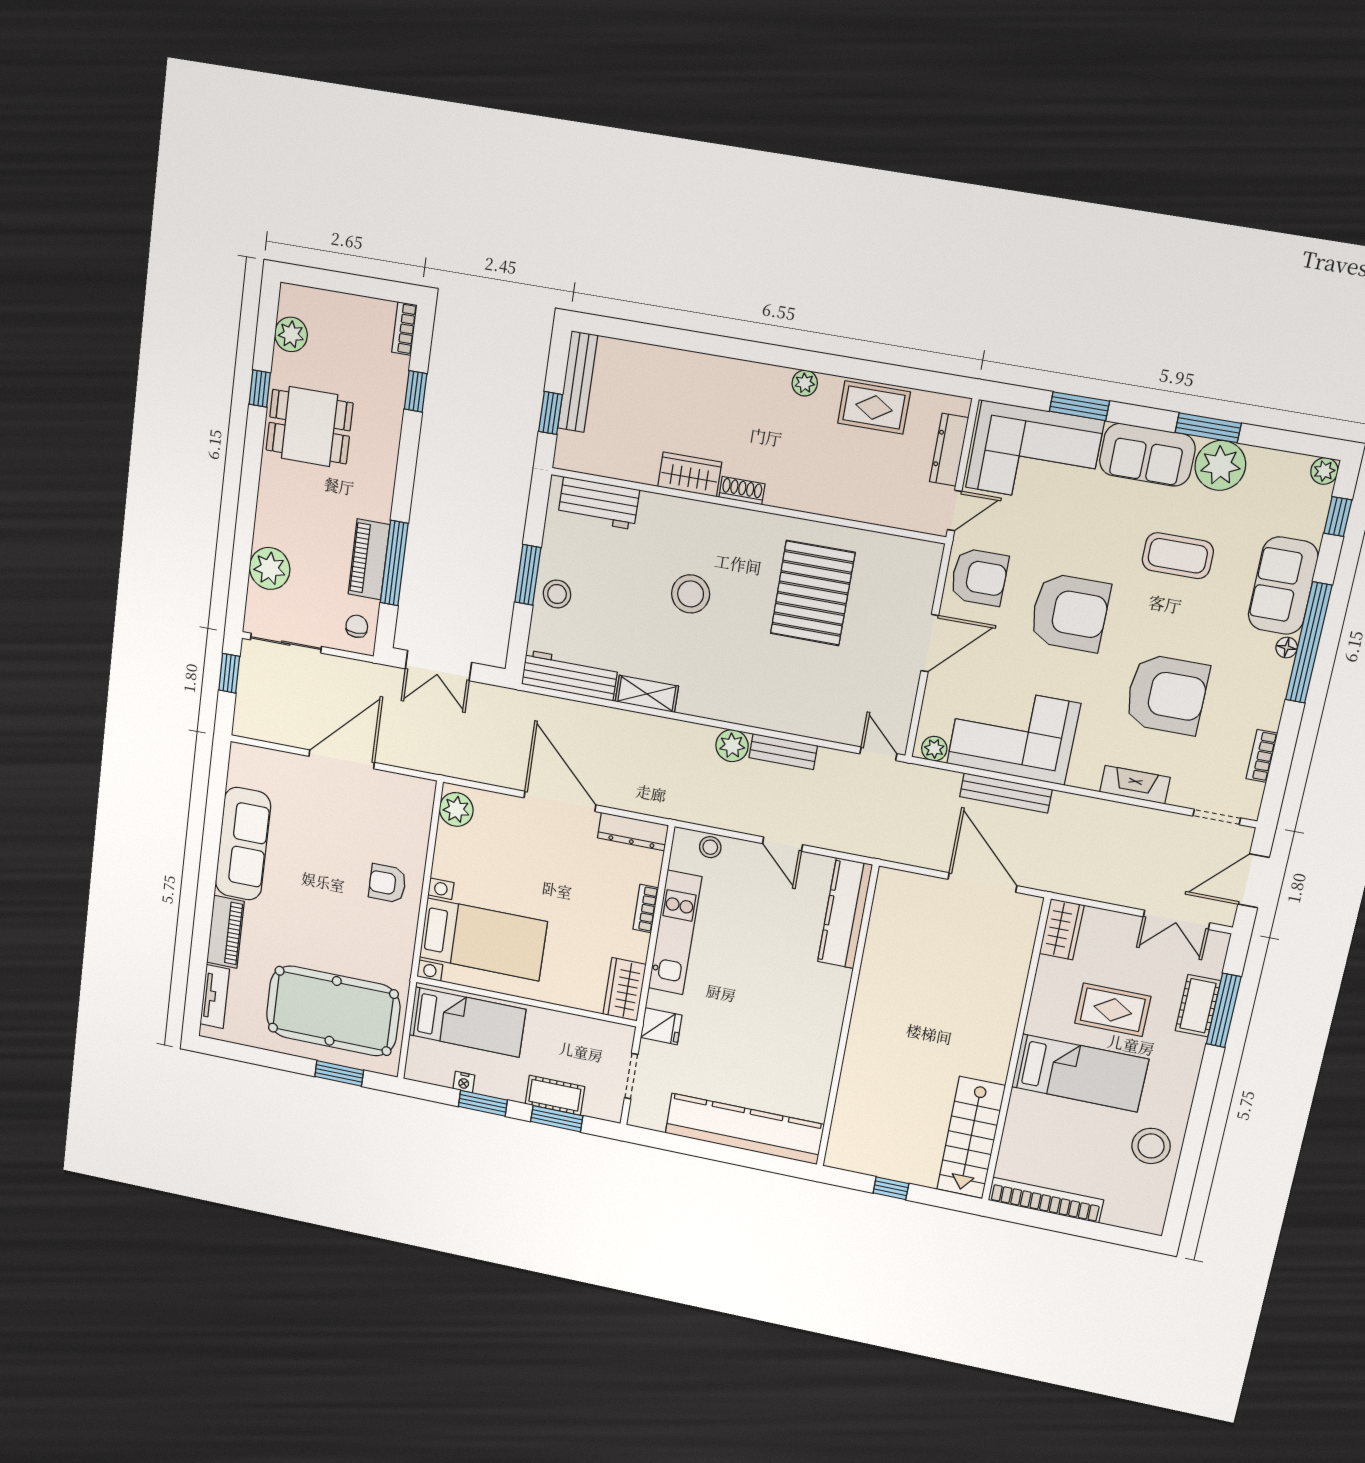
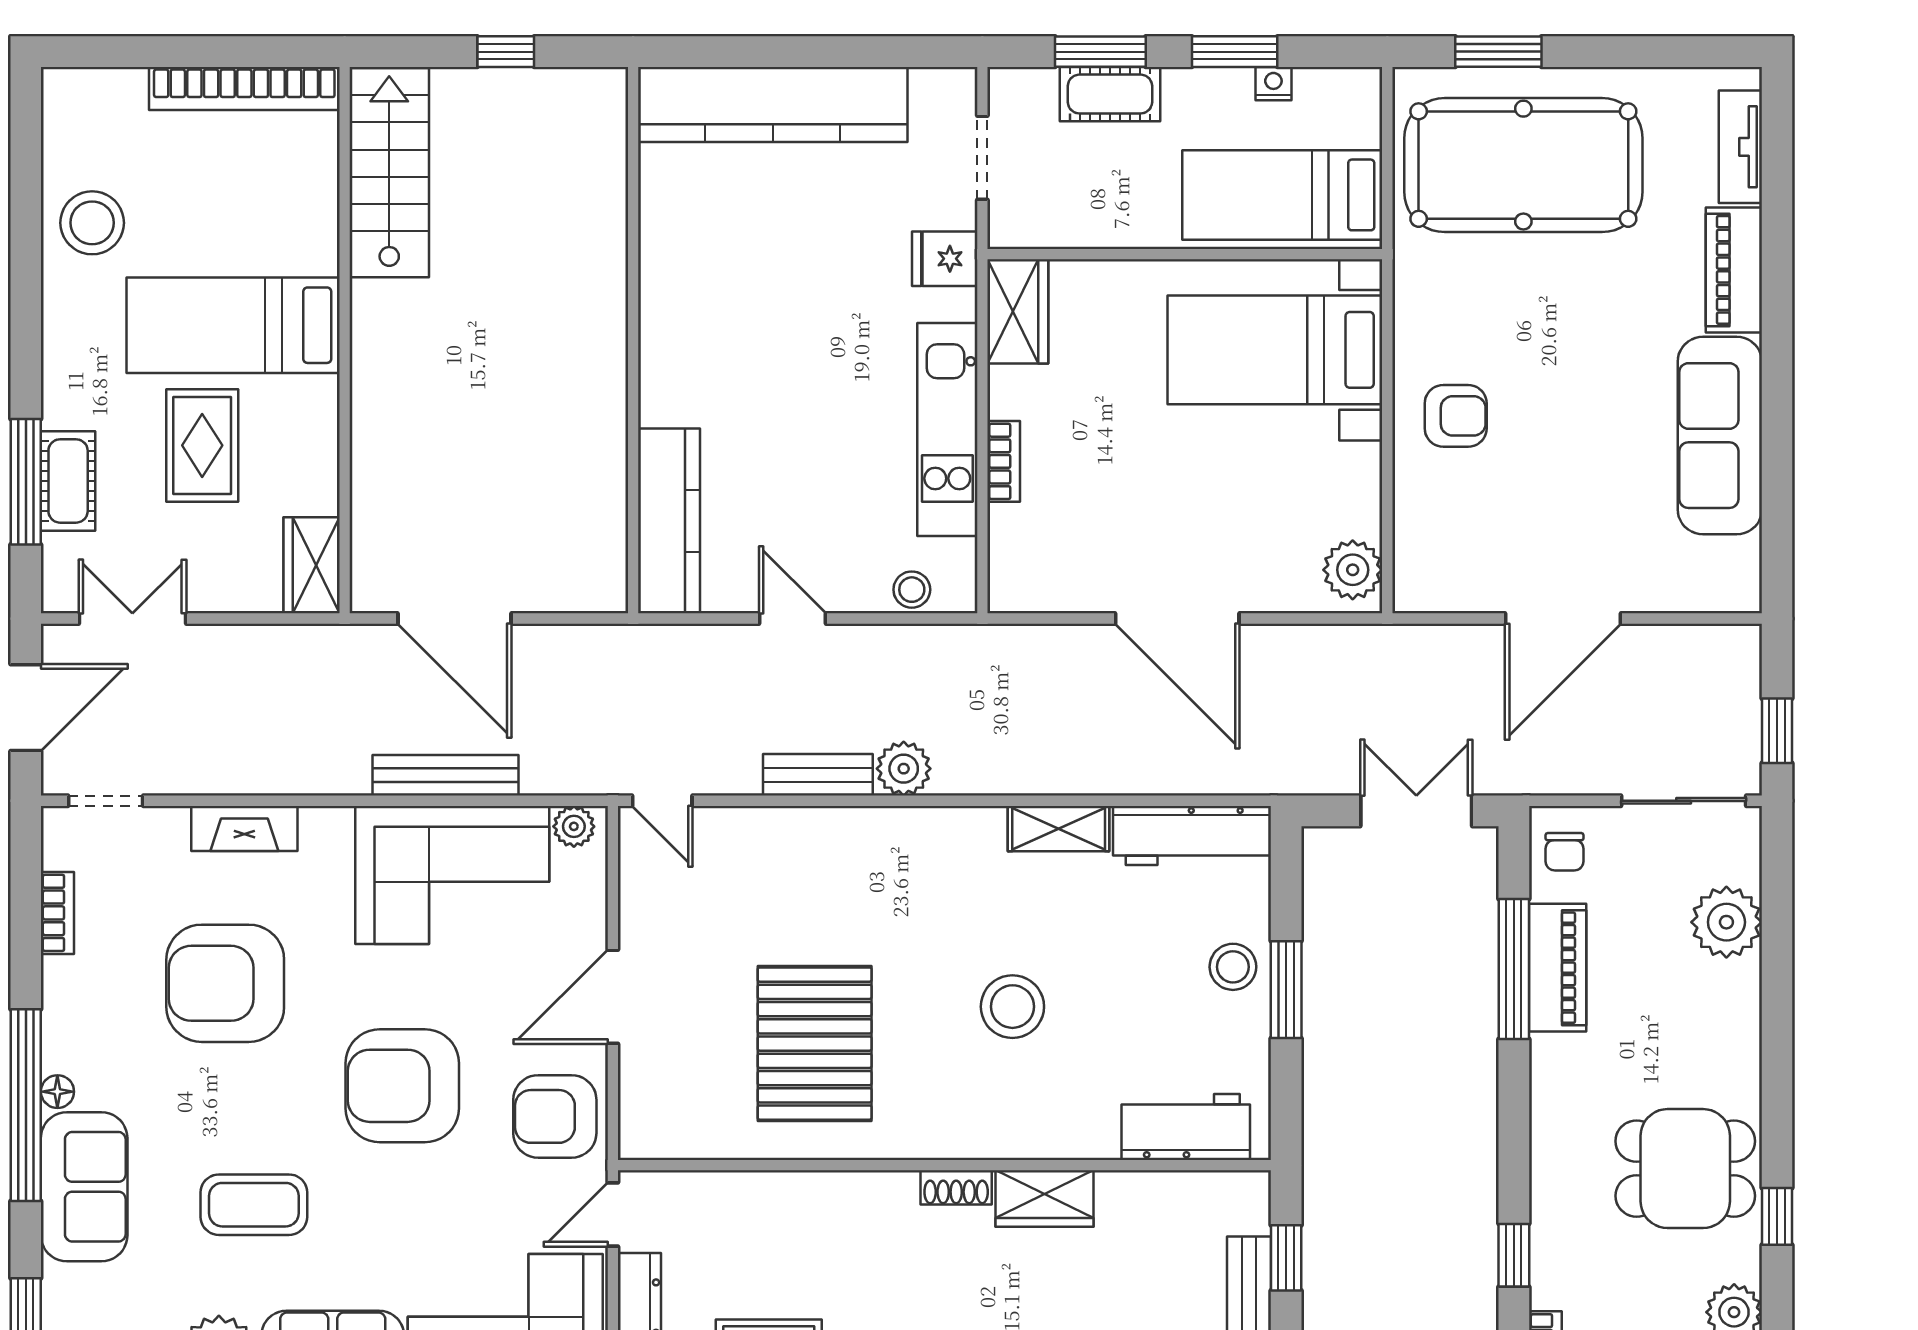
dresser: (633, 832) -> (1046, 591), removed
rug: (1113, 1010) -> (202, 445), turned 90

